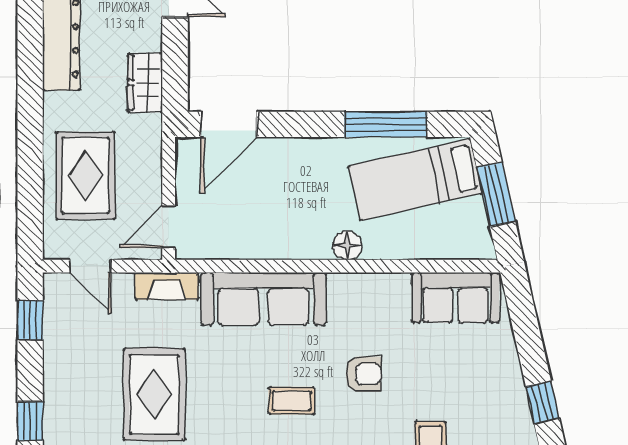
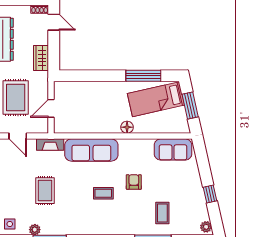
door: (229, 124) -> (77, 76), removed
door: (169, 227) -> (51, 108), moved
armchair: (363, 374) -> (134, 182), turned -90
rug: (154, 394) -> (45, 191), width x0.73, depth x0.70

